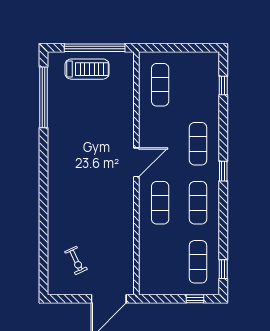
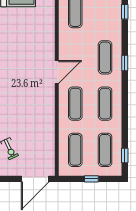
window: (223, 171) -> (125, 63), moved
exercise mat: (160, 262) -> (75, 150), added
window: (195, 299) -> (91, 179), moved

